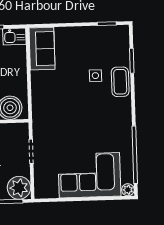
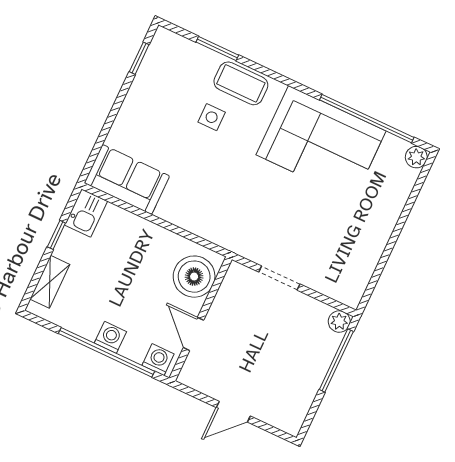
corner sofa: (89, 175) -> (321, 143), moved, turned -90
plant: (19, 188) -> (339, 322), width x0.53, depth x0.53

